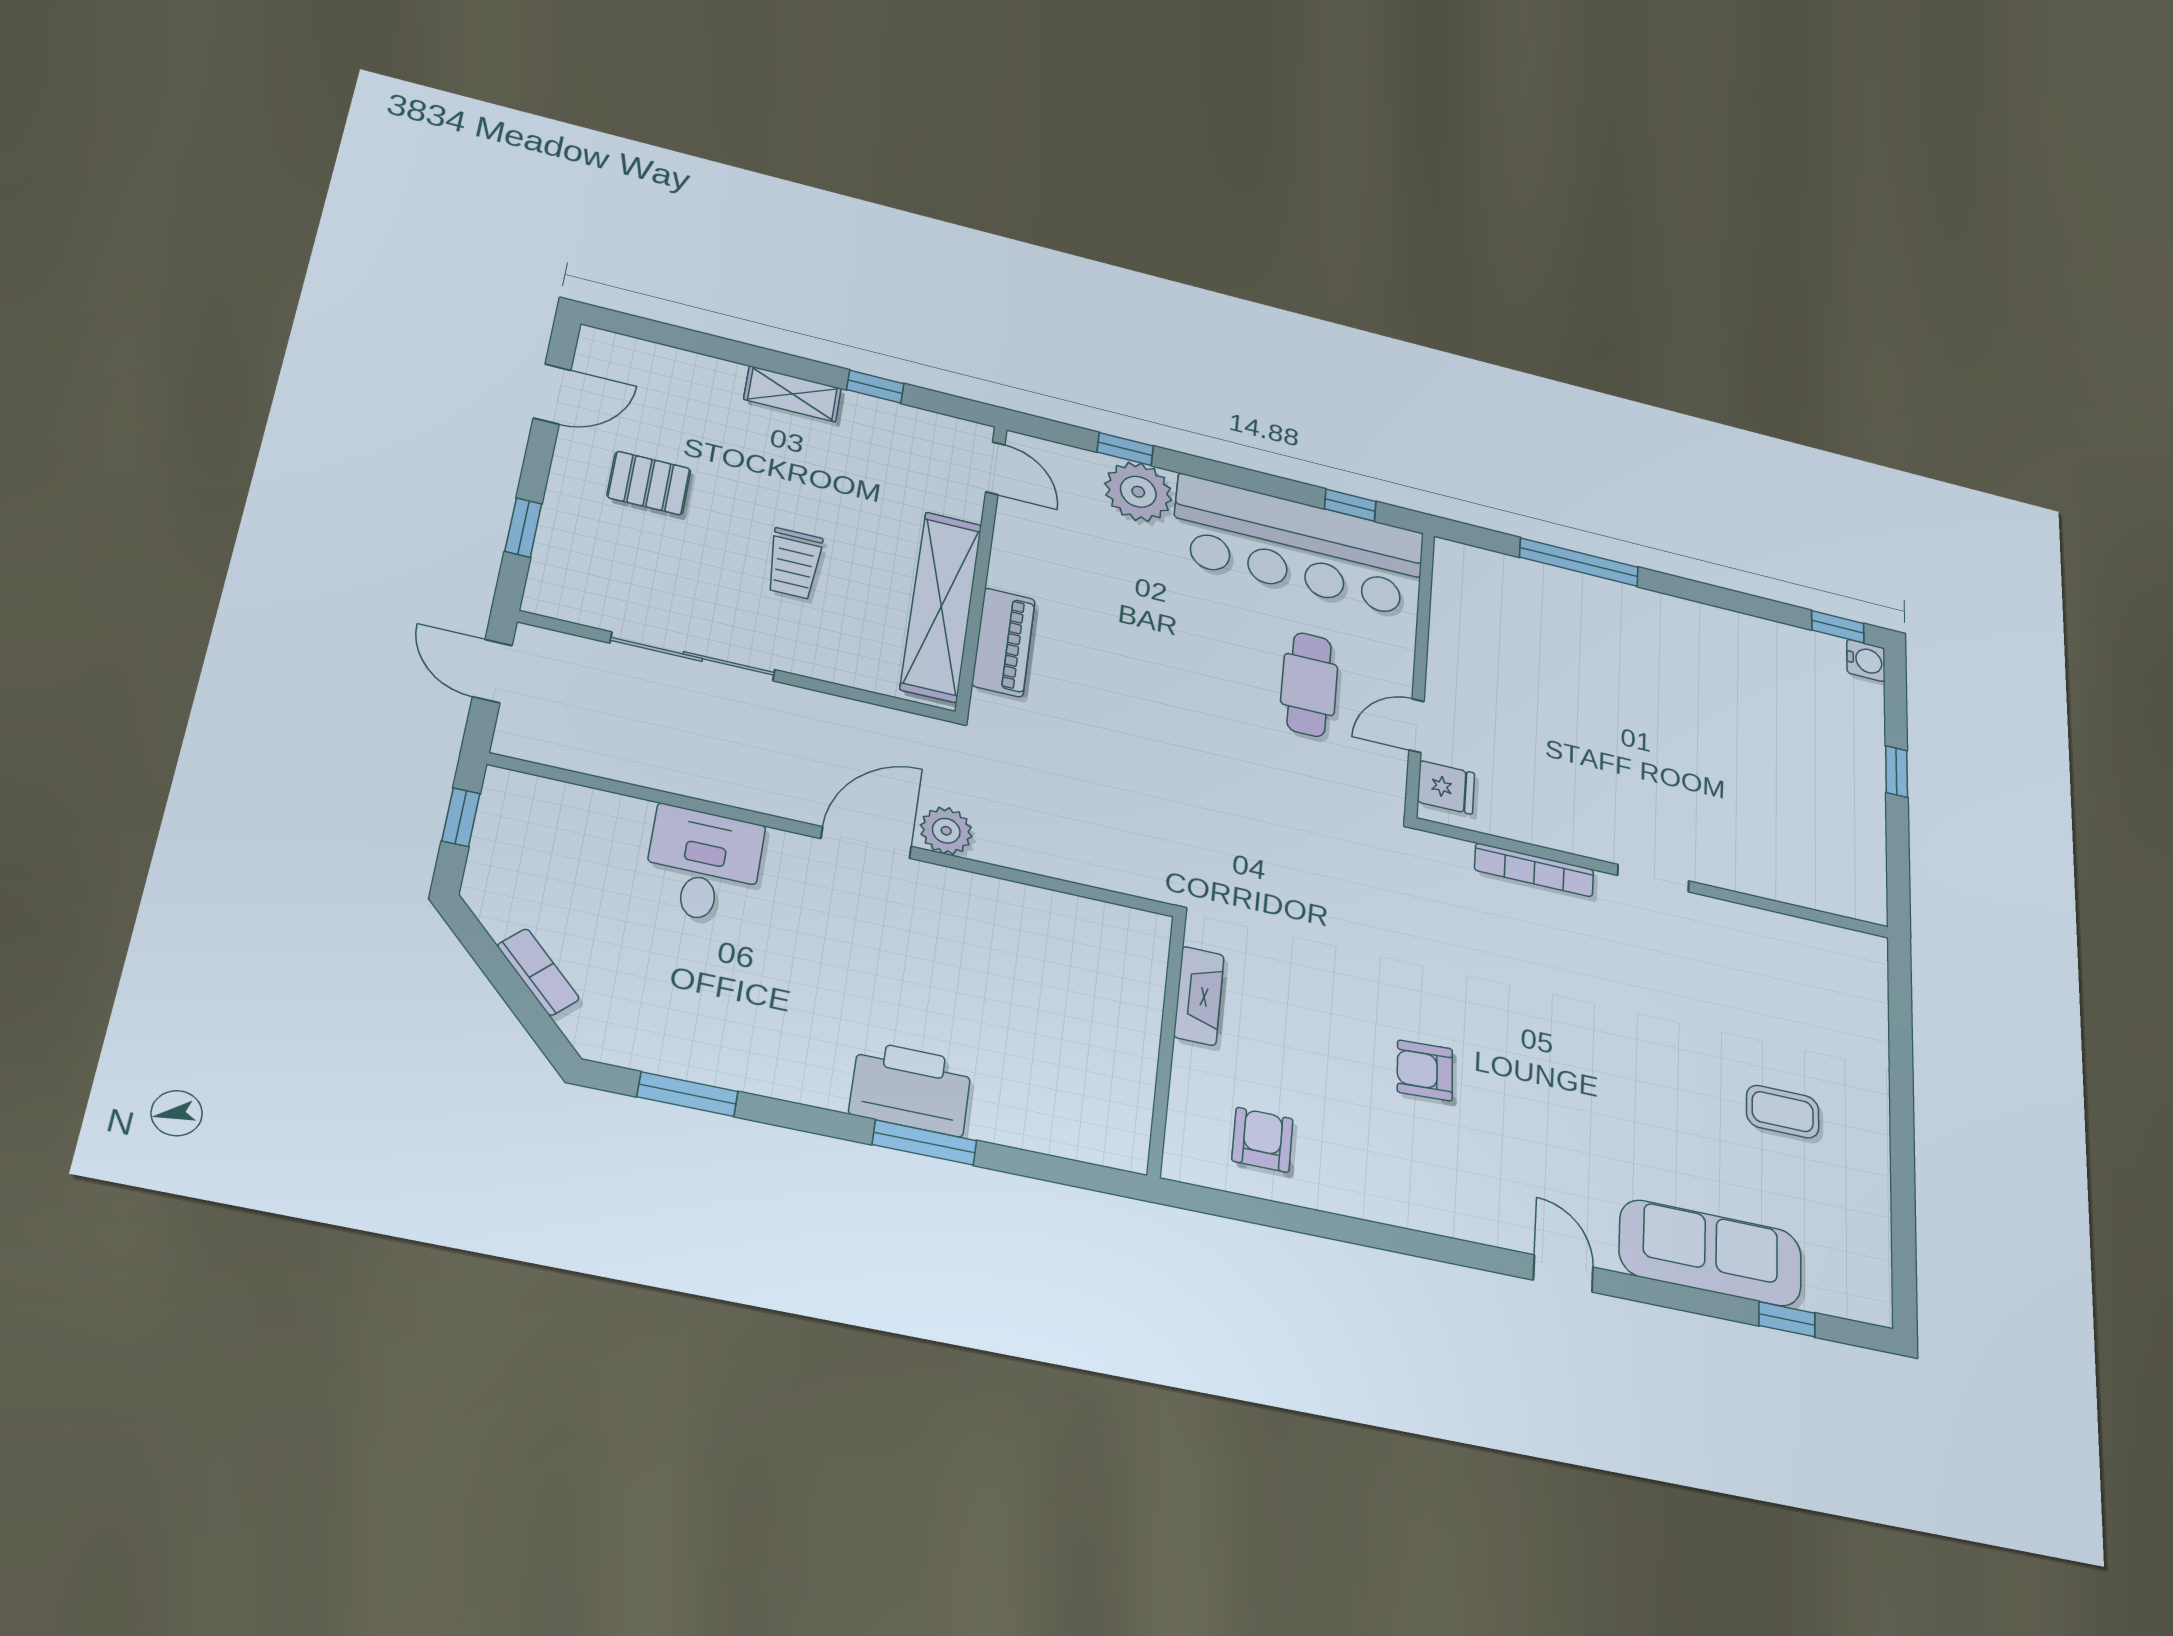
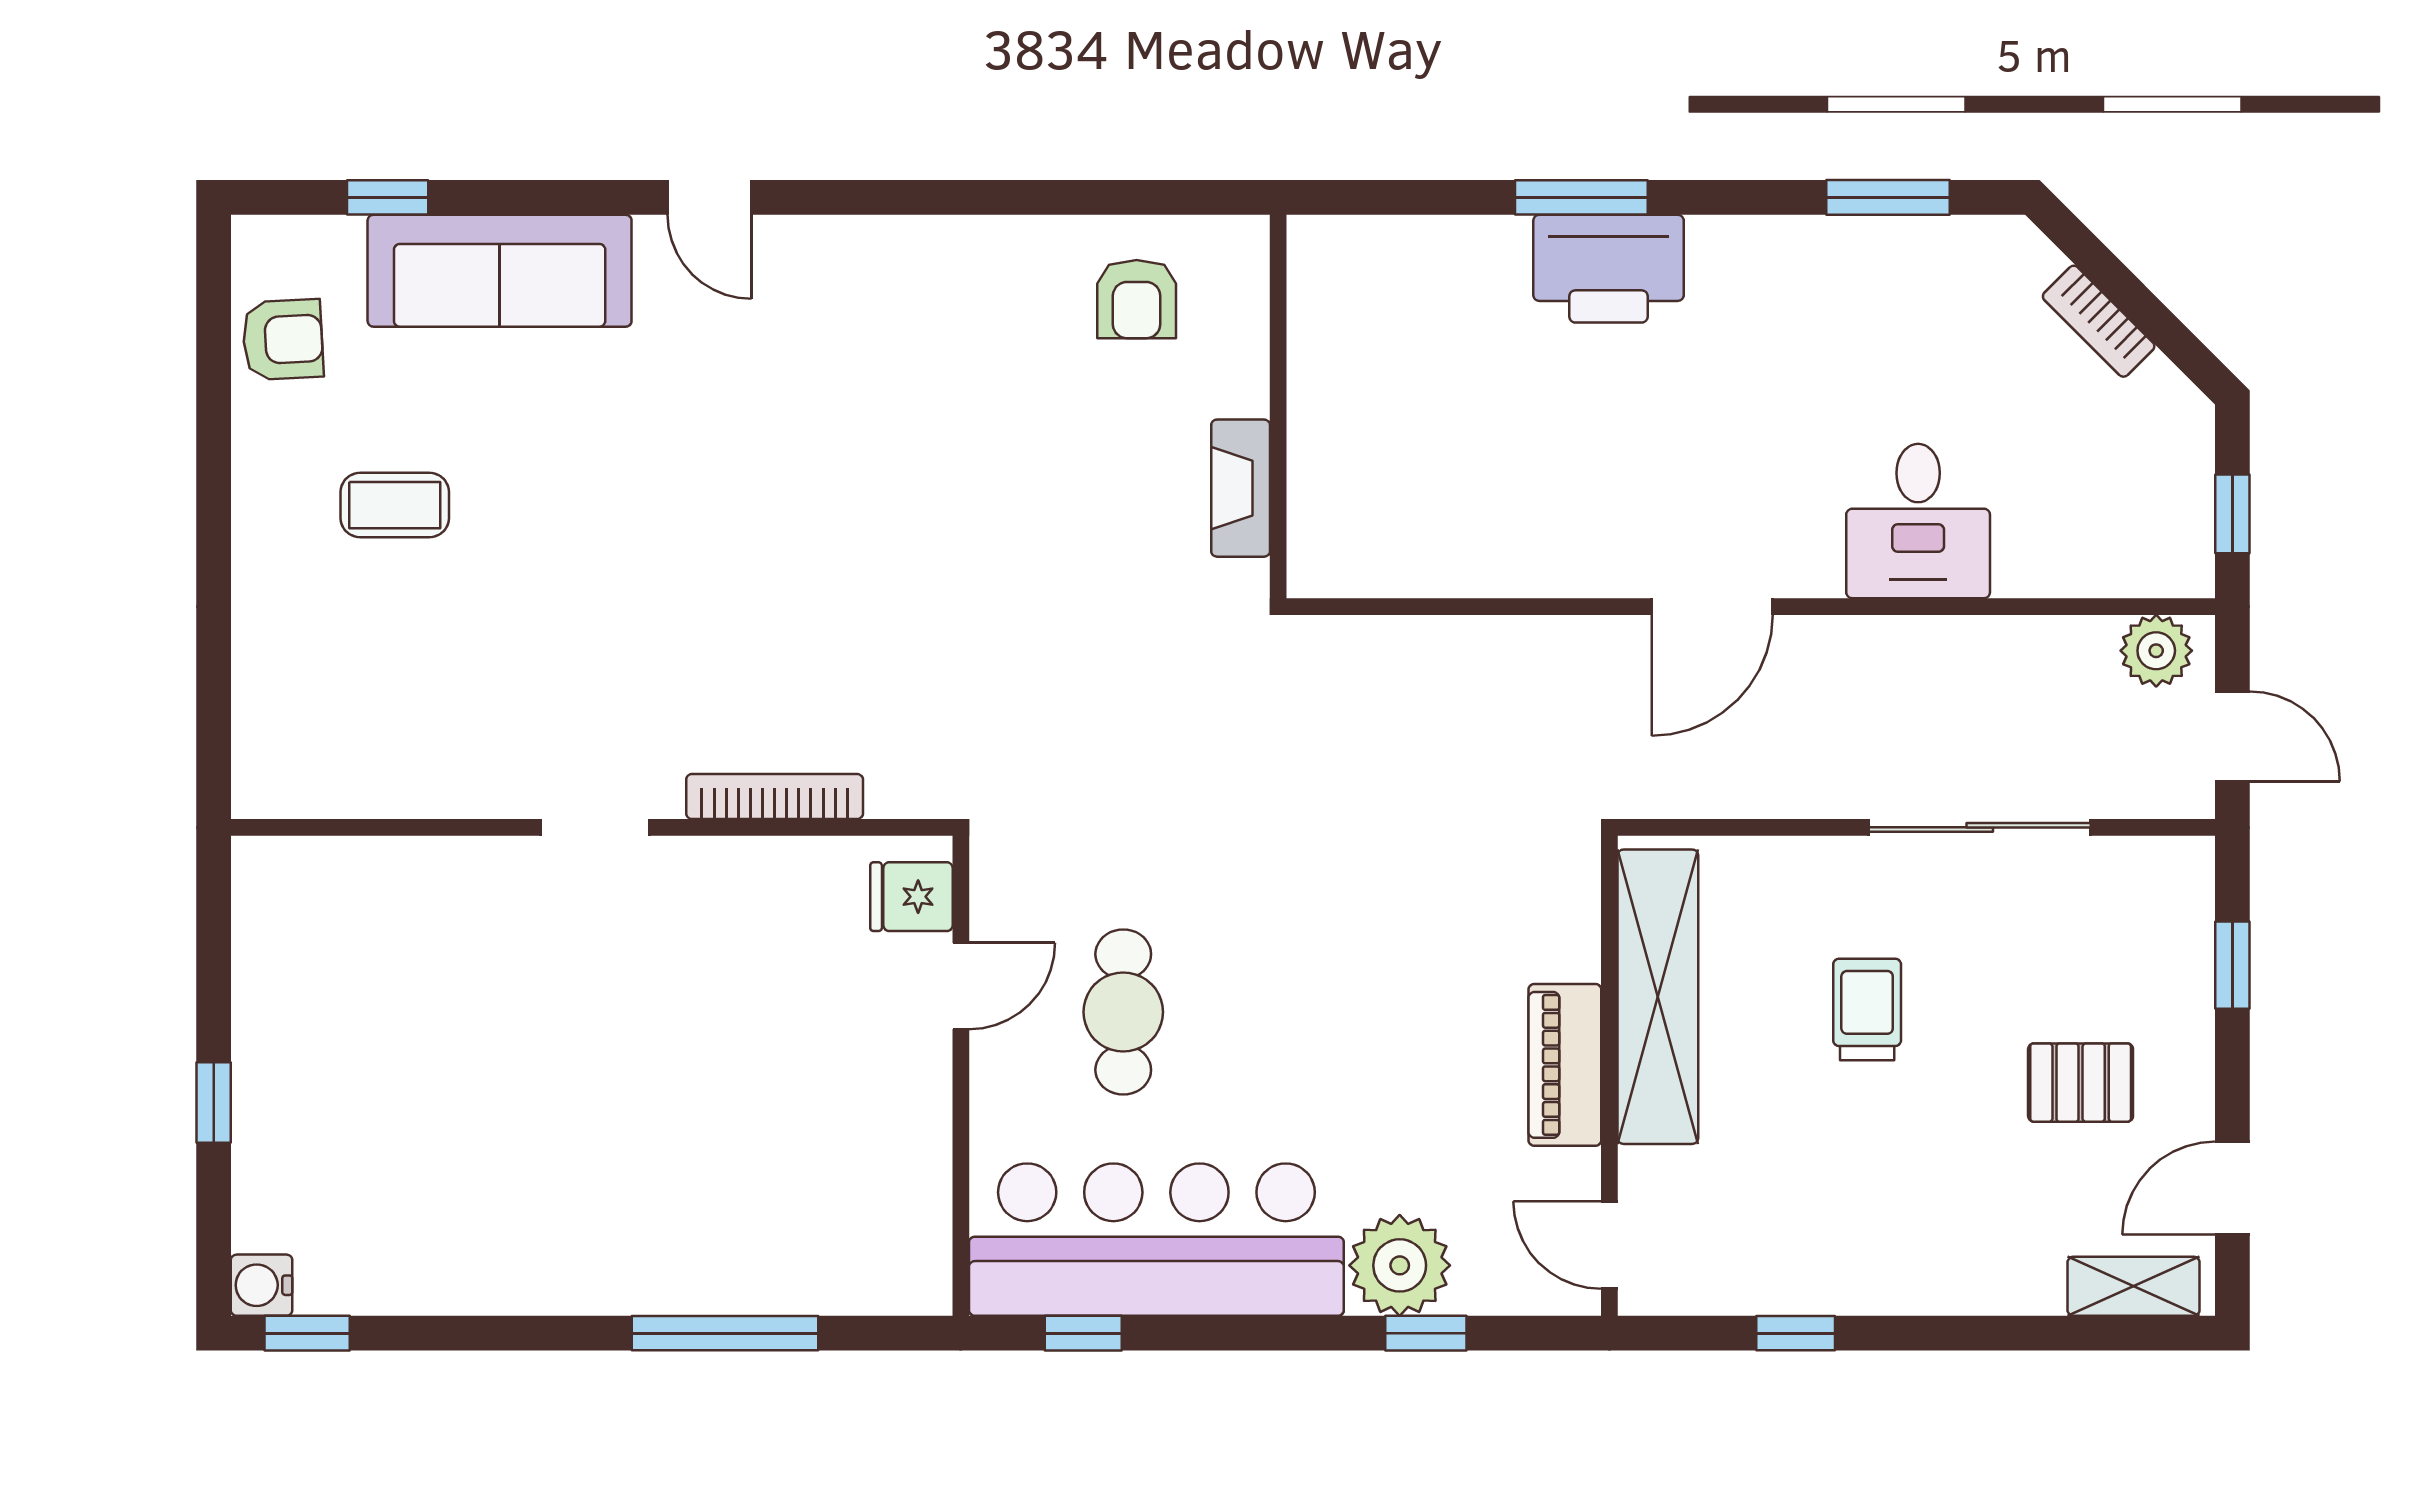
shelving: (792, 394) -> (2134, 1286), moved
piano: (1004, 642) -> (1565, 1065), moved
plant: (946, 831) -> (2156, 651), moved
armchair: (1425, 1070) -> (283, 340), moved

